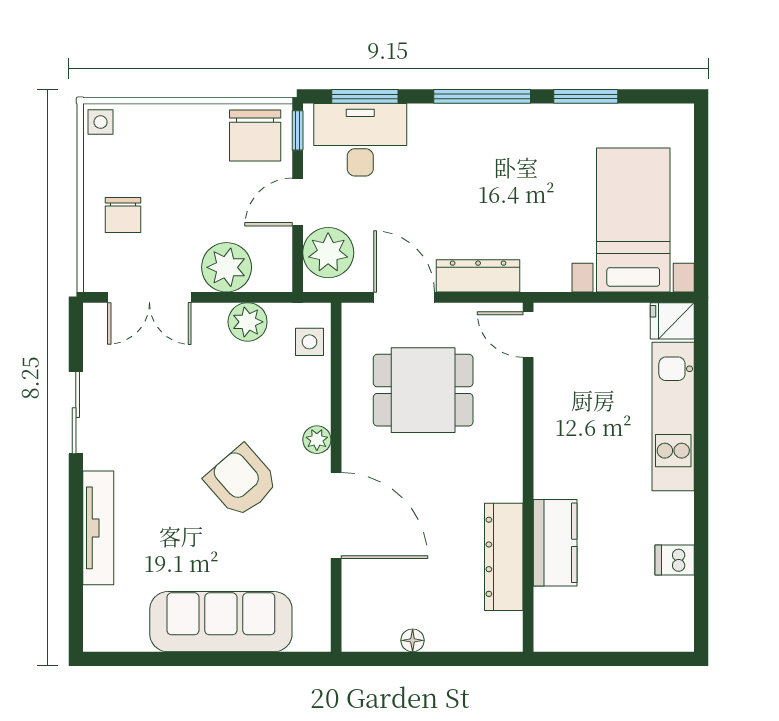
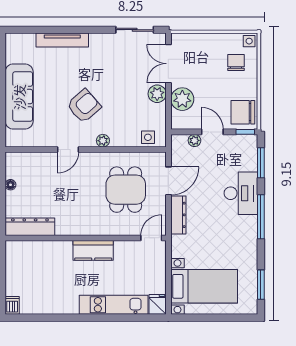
window: (586, 96) -> (261, 285), moved
desk: (360, 140) -> (241, 193), moved
chair: (123, 215) -> (236, 63), moved, turned 90
plant: (328, 253) -> (194, 140), width x0.53, depth x0.53
plant: (248, 322) -> (157, 94), moved
sliding door: (76, 413) -> (135, 30), moved
door: (336, 516) -> (68, 150), width x0.53
kitchen counter: (555, 543) -> (93, 250), moved
dresser: (504, 557) -> (30, 227), moved
dishwasher: (675, 560) -> (12, 305), moved

